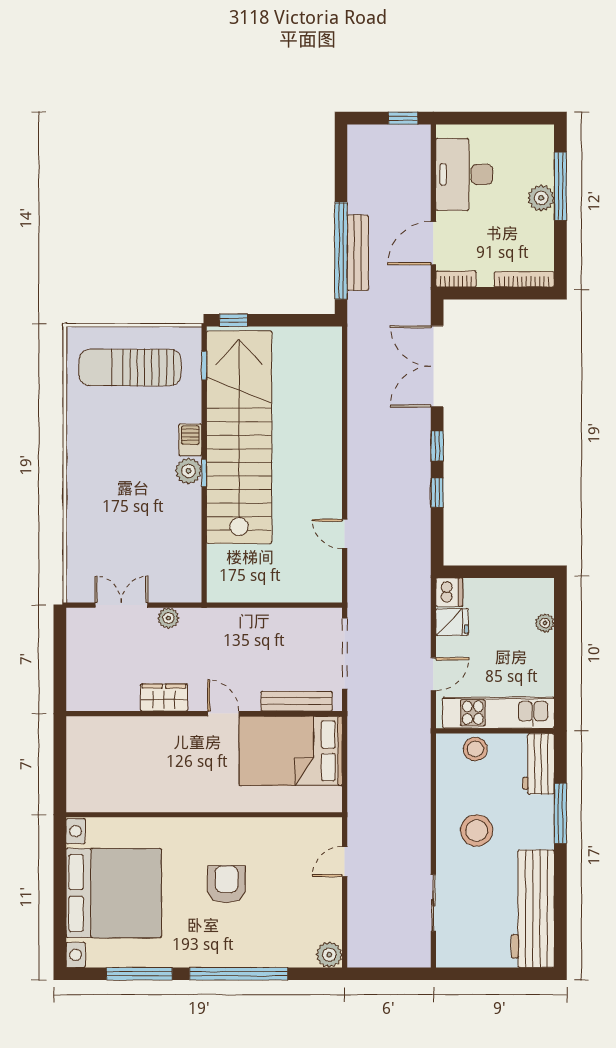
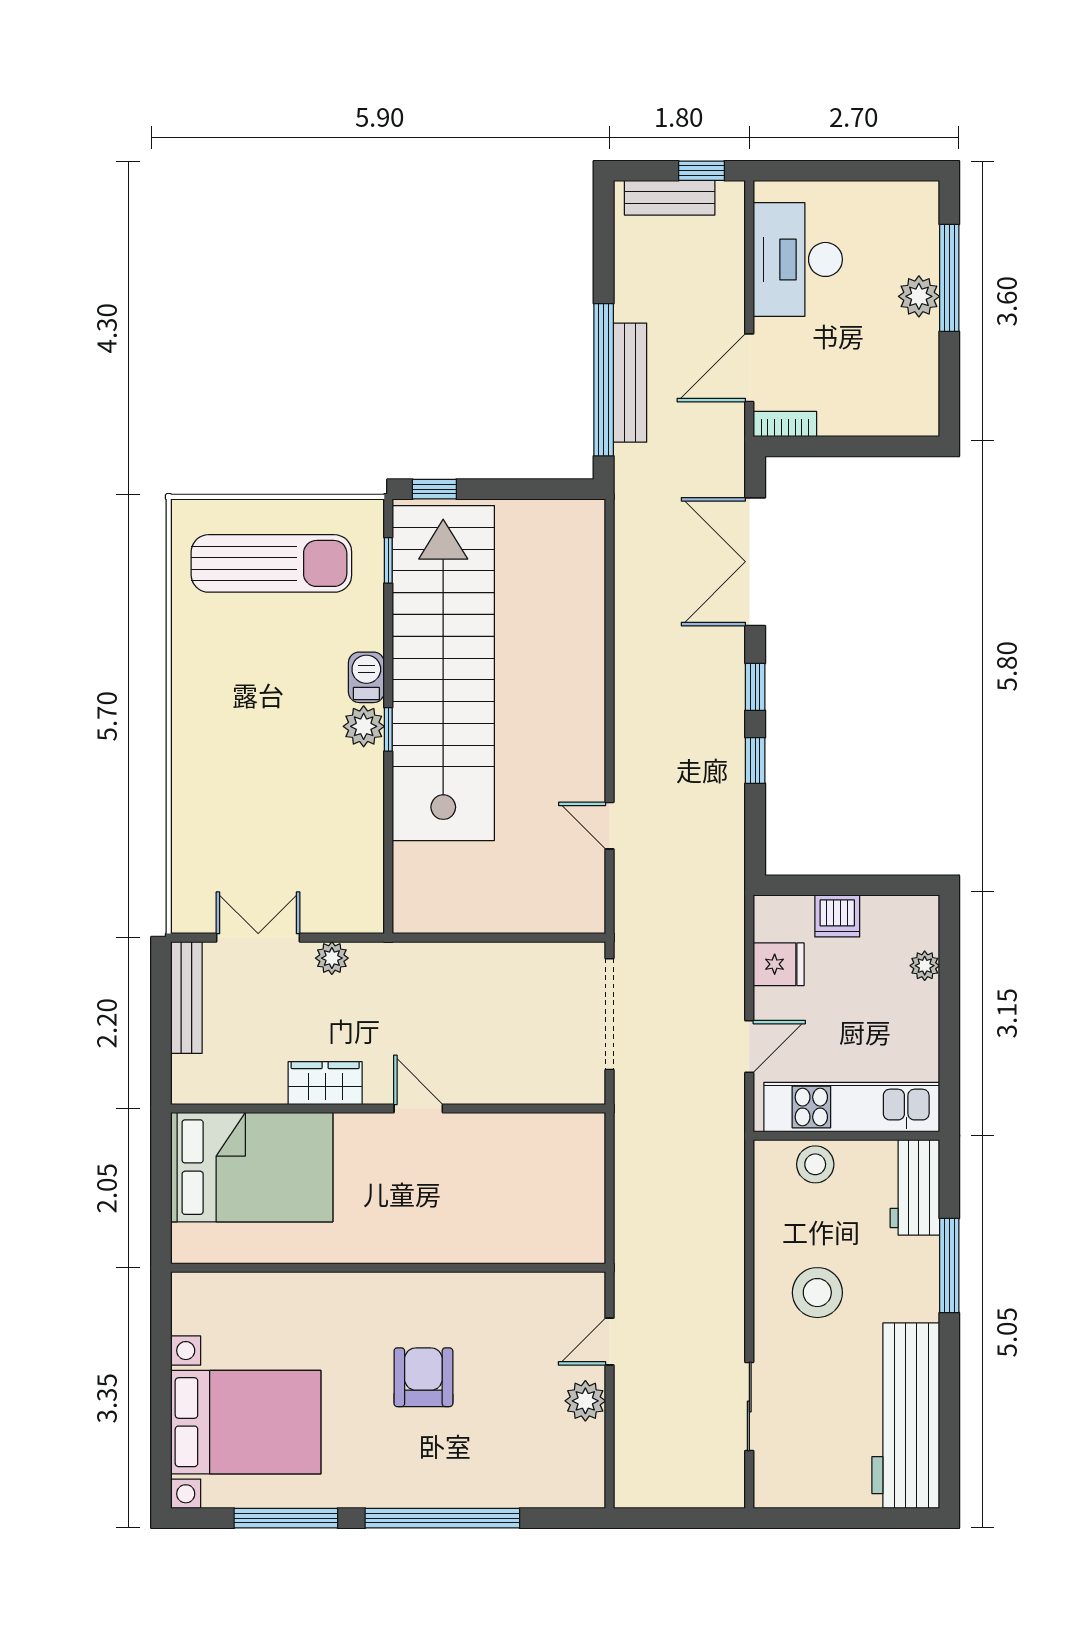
bench: (383, 135) -> (670, 198), added
bookcase: (524, 279) -> (892, 425), removed
sun lounger: (130, 368) -> (271, 563), turned 180
dishwasher: (449, 592) -> (837, 916), moved, turned 90
bench: (297, 701) -> (186, 997), moved, turned 90
bed: (291, 751) -> (252, 1167), moved, turned 180
bed with nightstands: (114, 893) -> (246, 1422), width x0.73
plant: (329, 955) -> (585, 1401), moved

